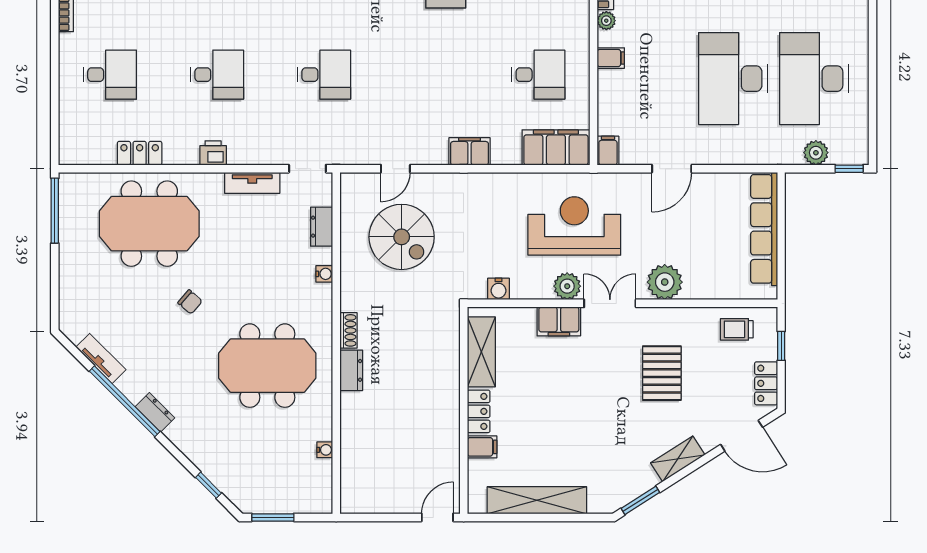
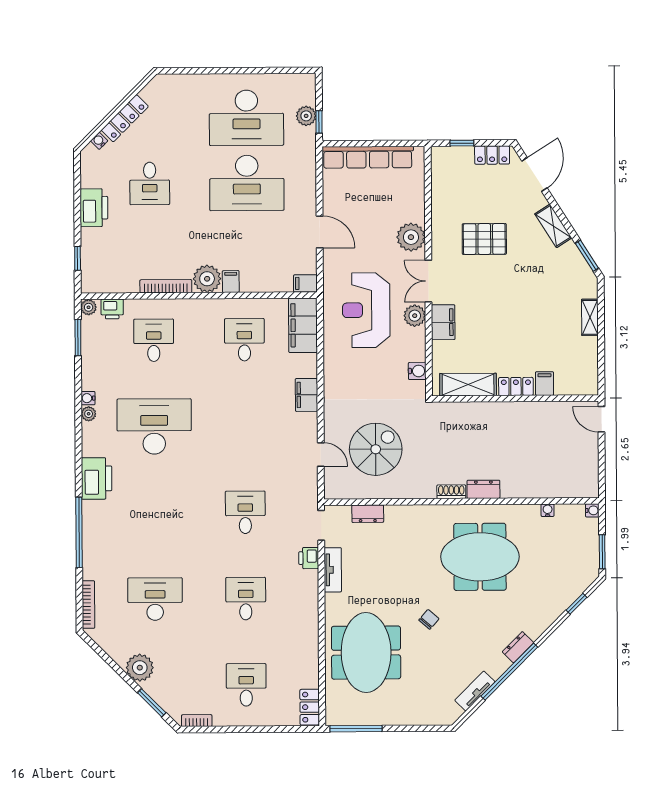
plant: (606, 21) -> (207, 279), width x1.88, depth x1.88
locker: (140, 153) -> (310, 707), moved
printer: (213, 153) -> (309, 558), moved
window: (849, 169) -> (319, 122), moved
water cooler: (324, 274) -> (592, 510), moved, turned 90
trolley: (737, 329) -> (449, 179), removed
meeting table: (267, 366) -> (480, 557), turned 90
shelving: (537, 500) -> (590, 317), width x0.45, depth x0.75

